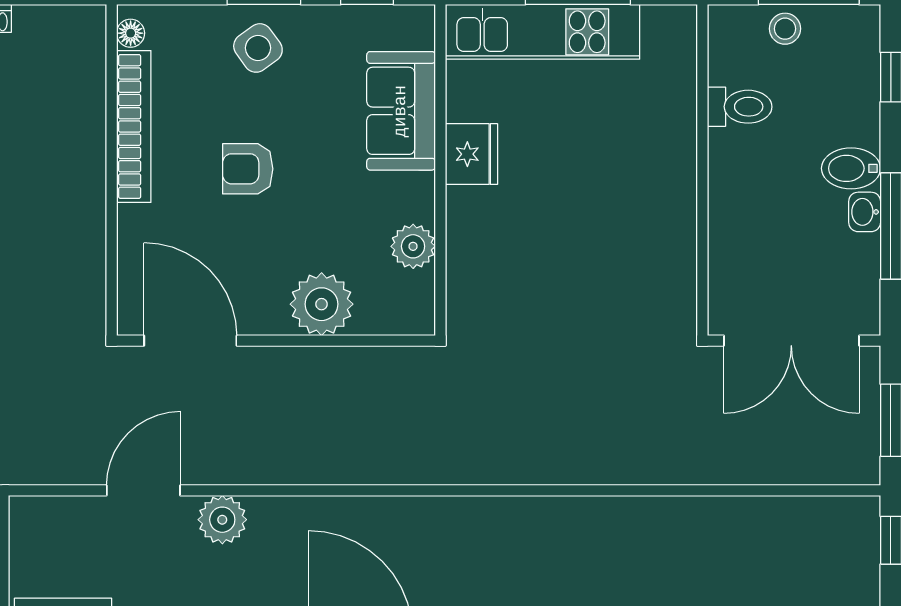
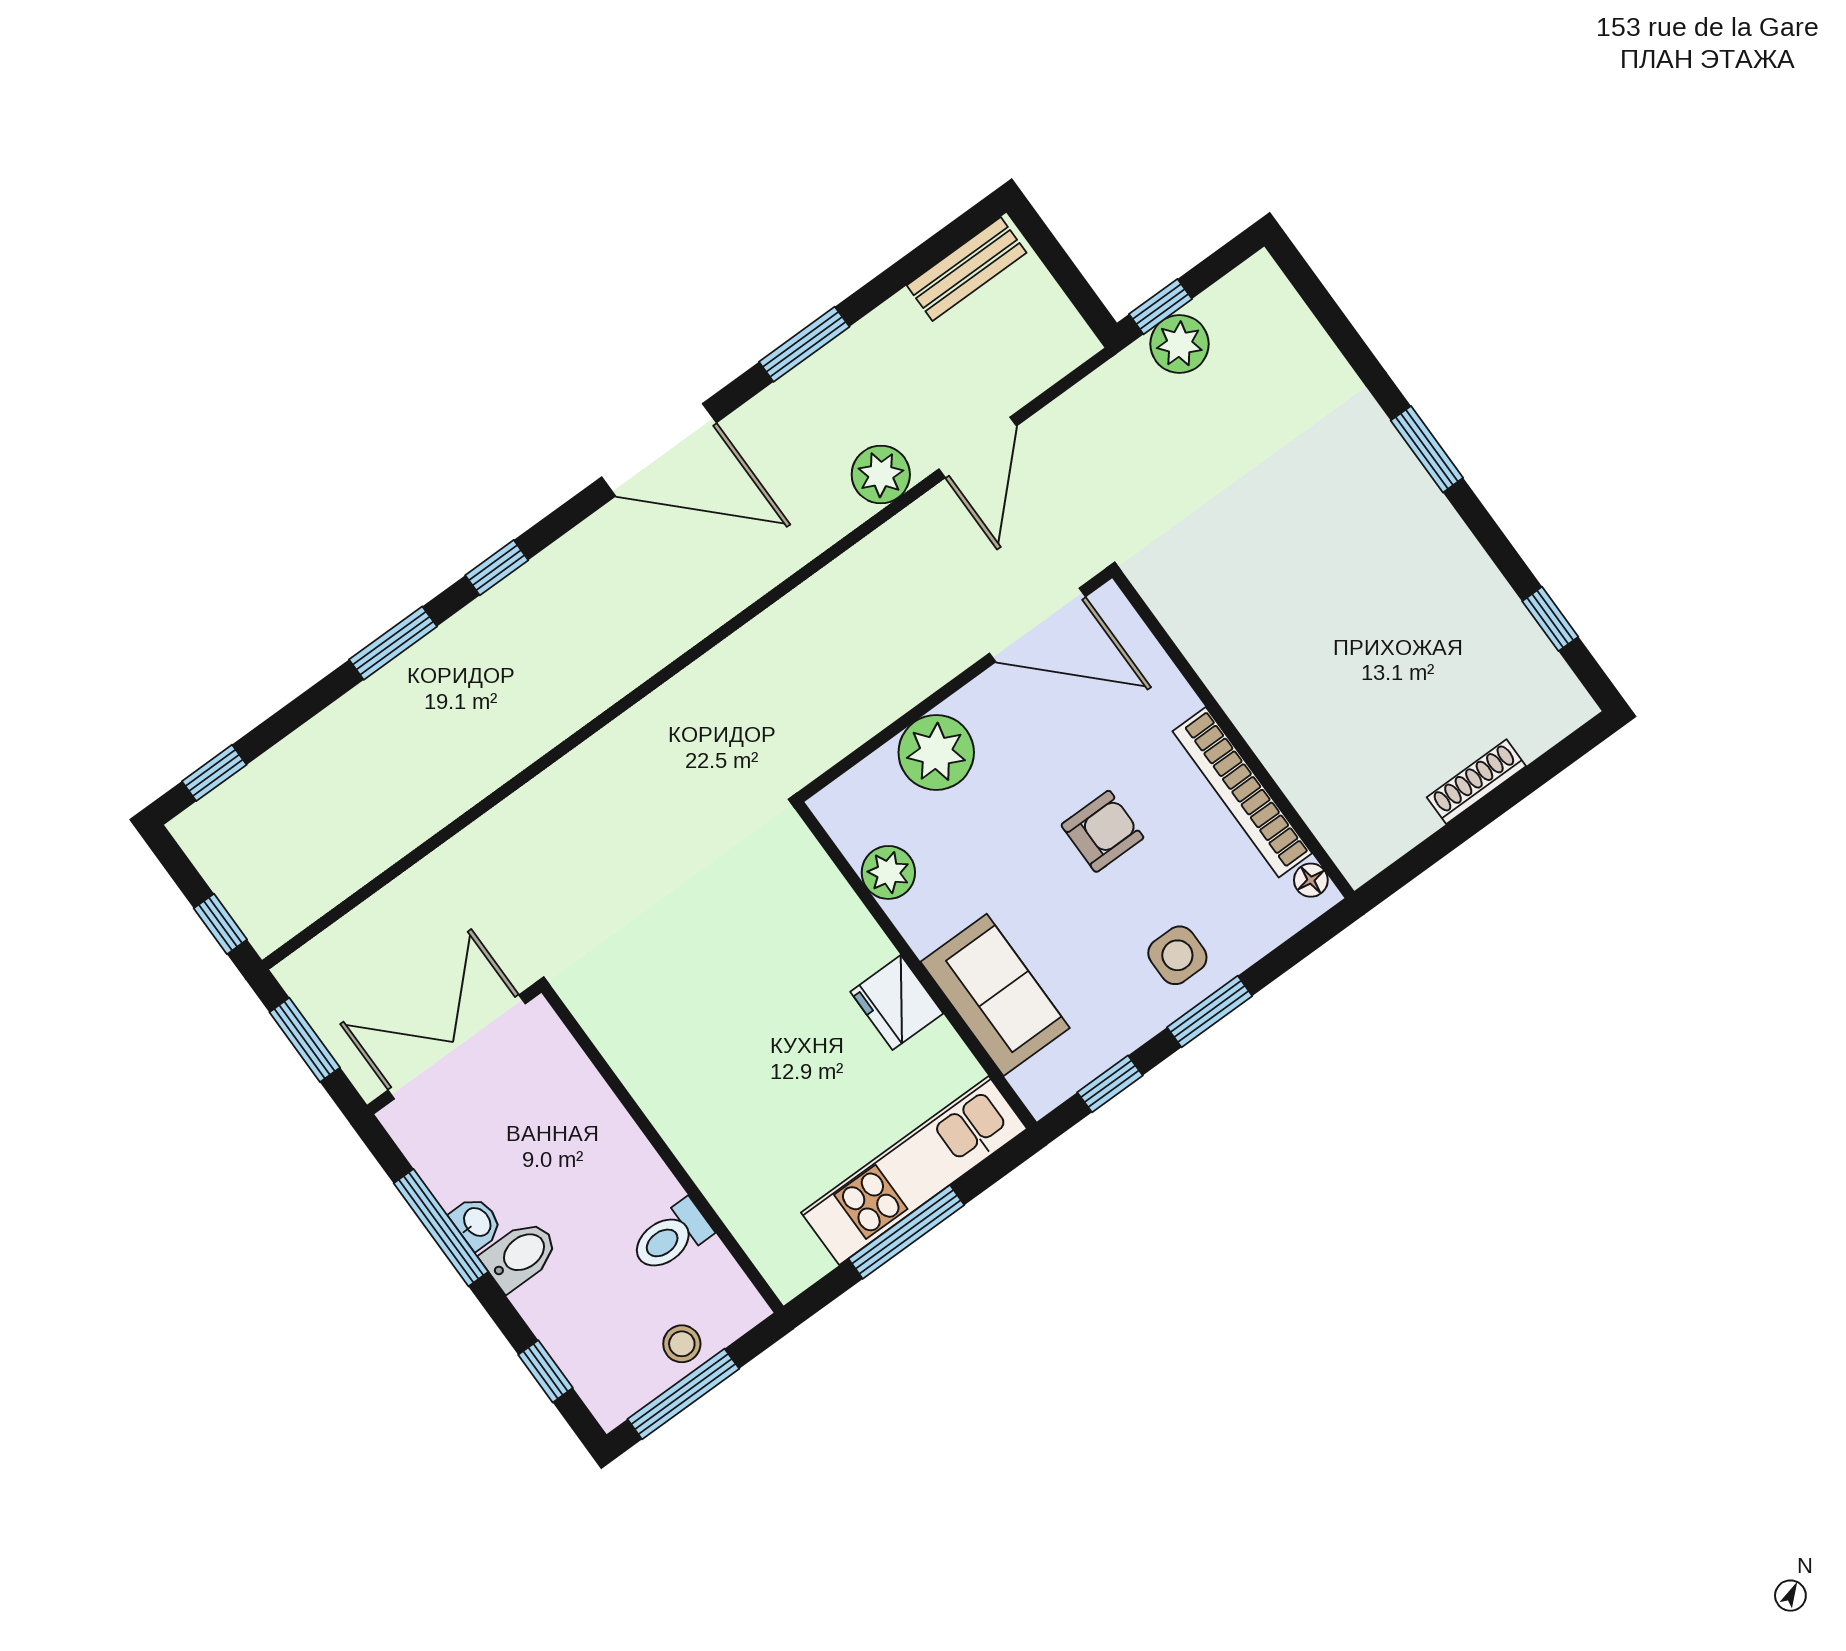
side table: (258, 48) -> (1177, 955), turned 36

